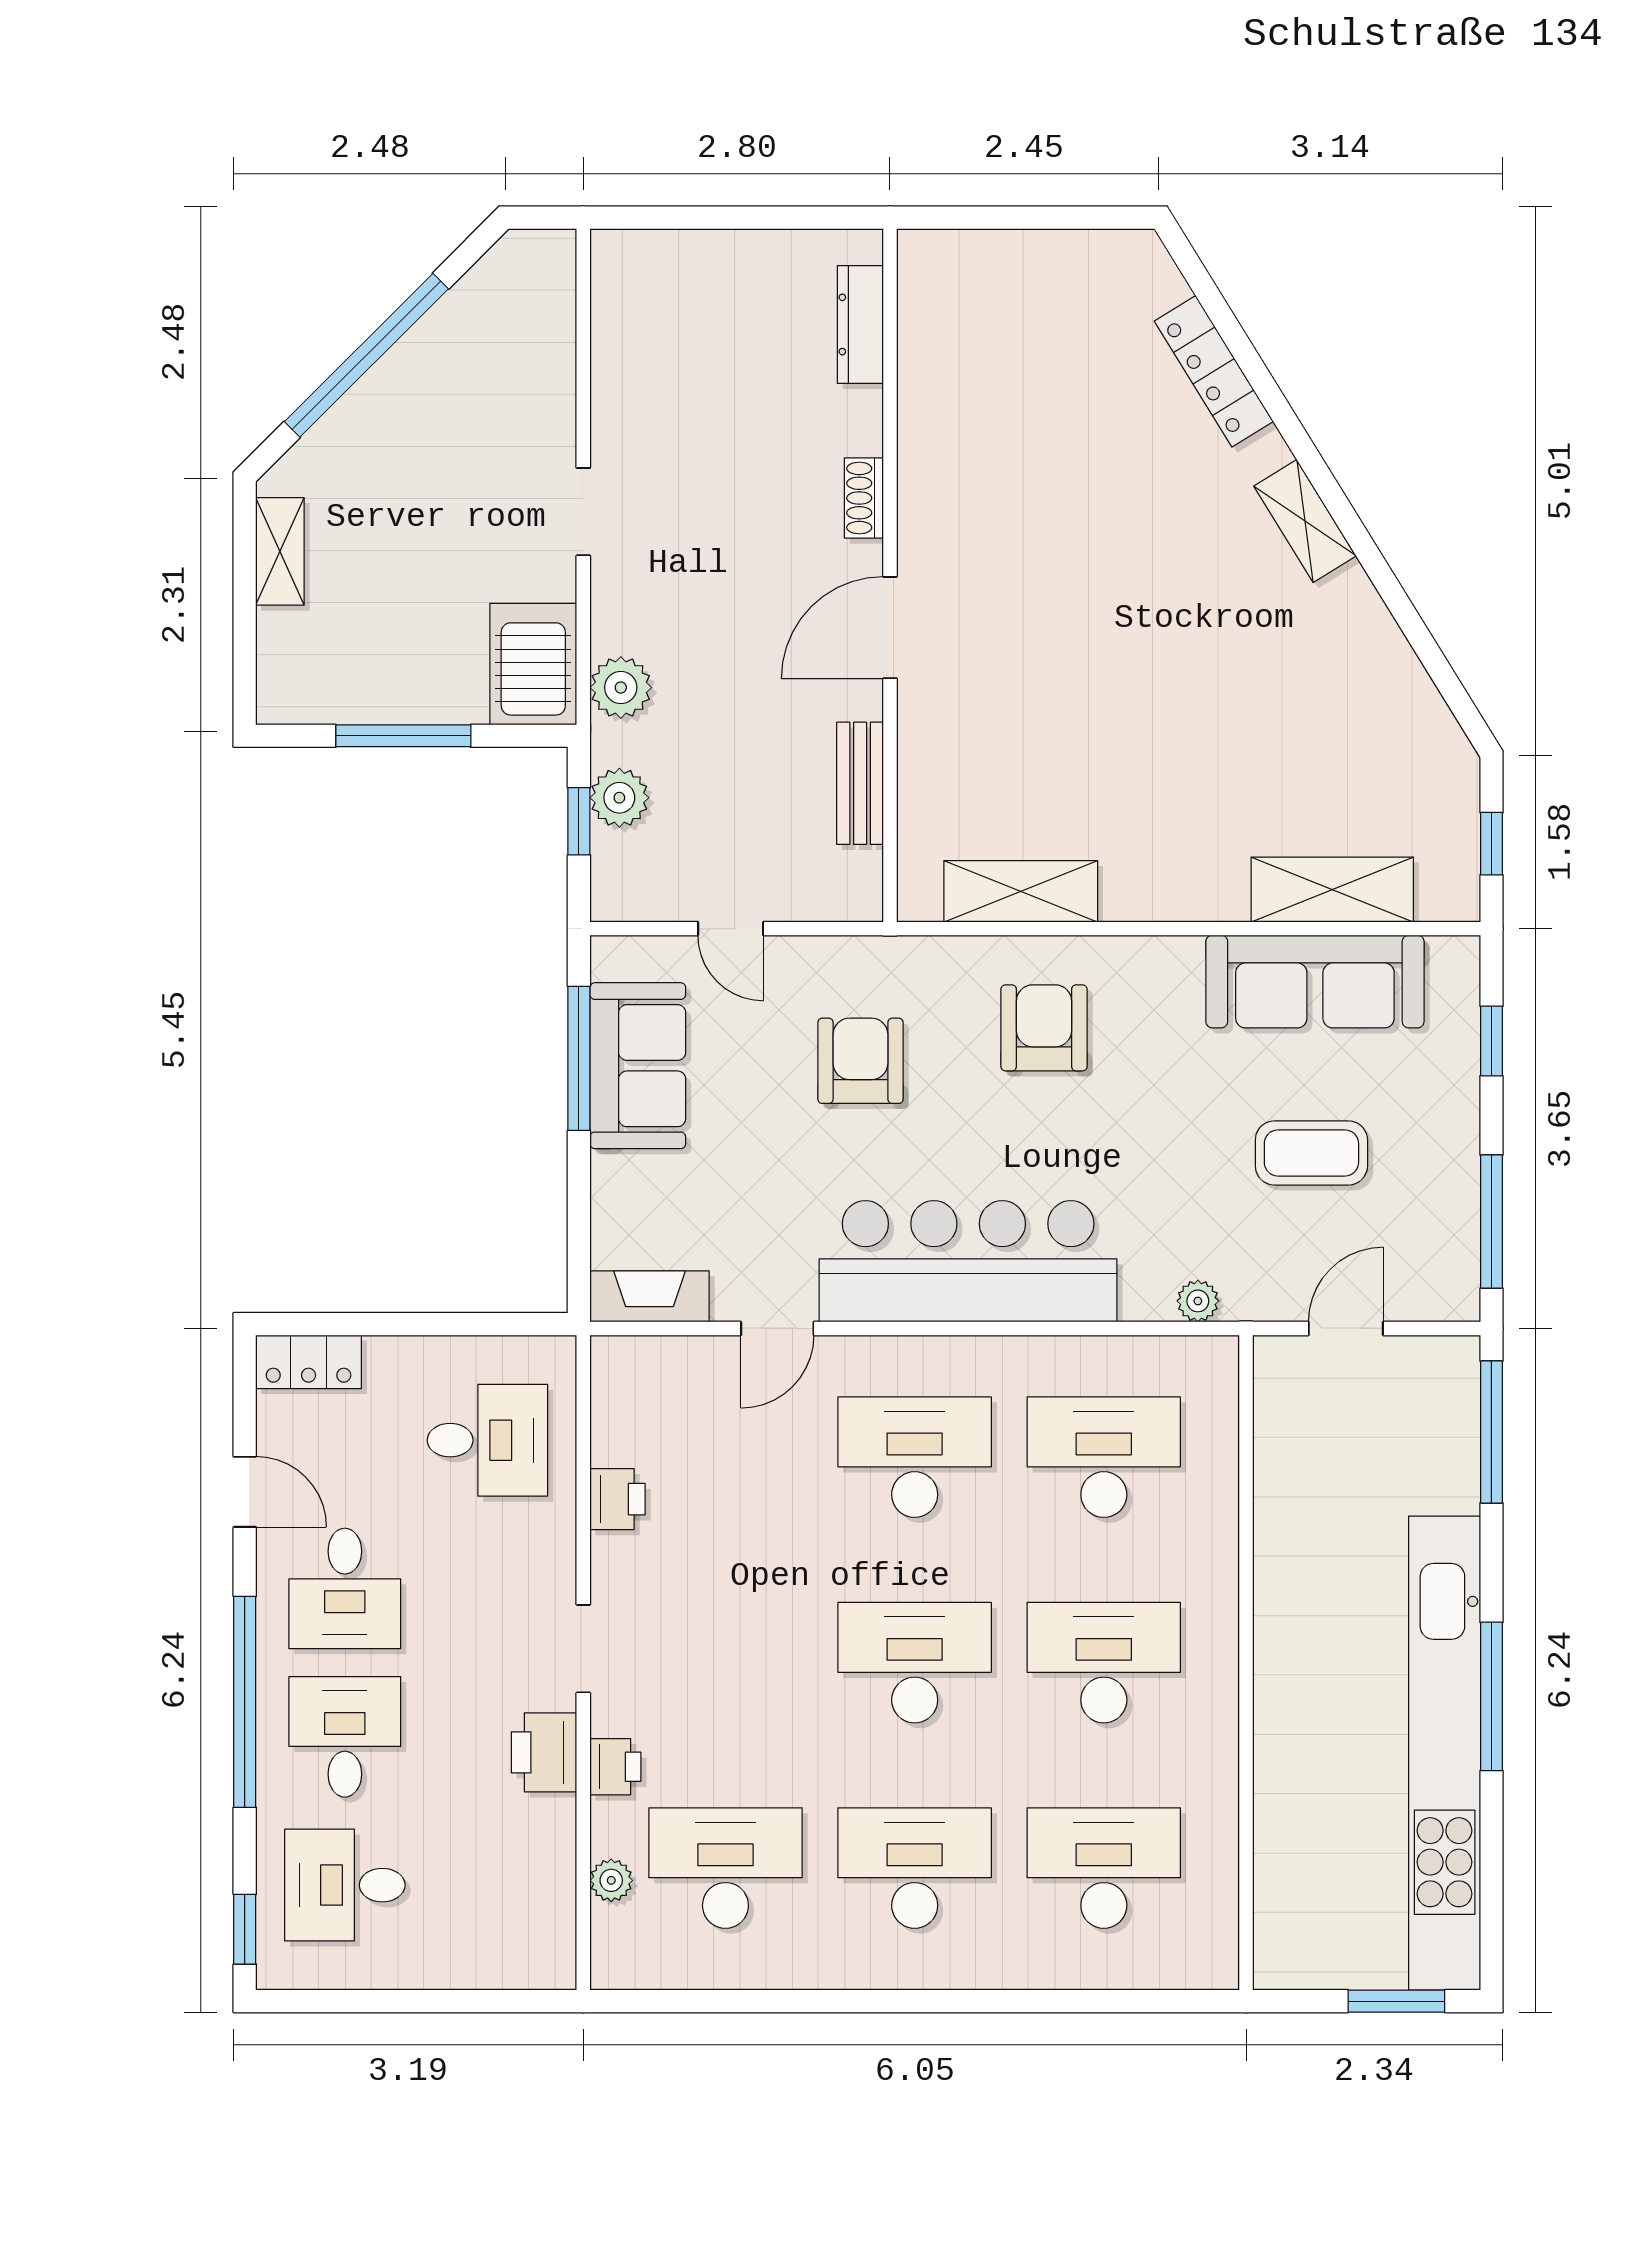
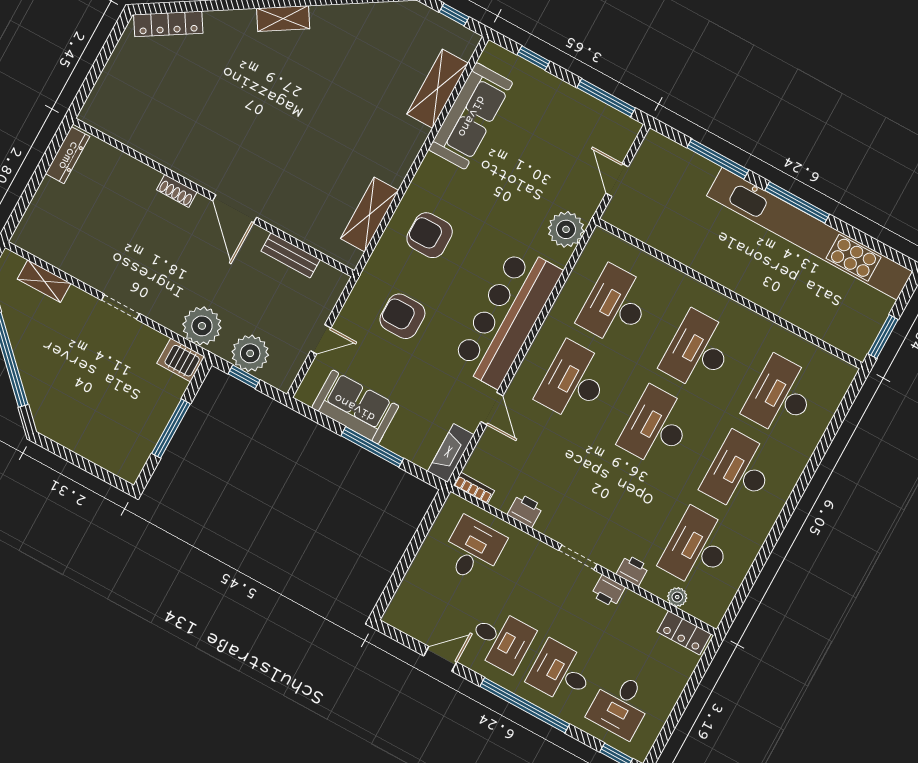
dresser: (860, 324) -> (68, 155), moved, turned -90
locker: (1214, 371) -> (168, 24), moved
shelving: (280, 551) -> (44, 281), moved
server rack: (533, 664) -> (181, 360), width x0.73, depth x0.70
plant: (621, 688) -> (202, 326), width x1.36, depth x1.36
plant: (619, 798) -> (250, 353), width x1.36, depth x1.36
window: (579, 1058) -> (372, 447), moved
coffee table: (1311, 1153) -> (539, 155), removed
plant: (1198, 1301) -> (566, 229), width x1.88, depth x1.88
locker: (309, 1362) -> (684, 633), moved, turned 90
bookcase: (607, 1377) -> (474, 488), added
window: (1491, 1432) -> (718, 159), moved
printer: (544, 1752) -> (608, 591), width x0.73, depth x0.81
window: (1396, 2001) -> (883, 337), moved

